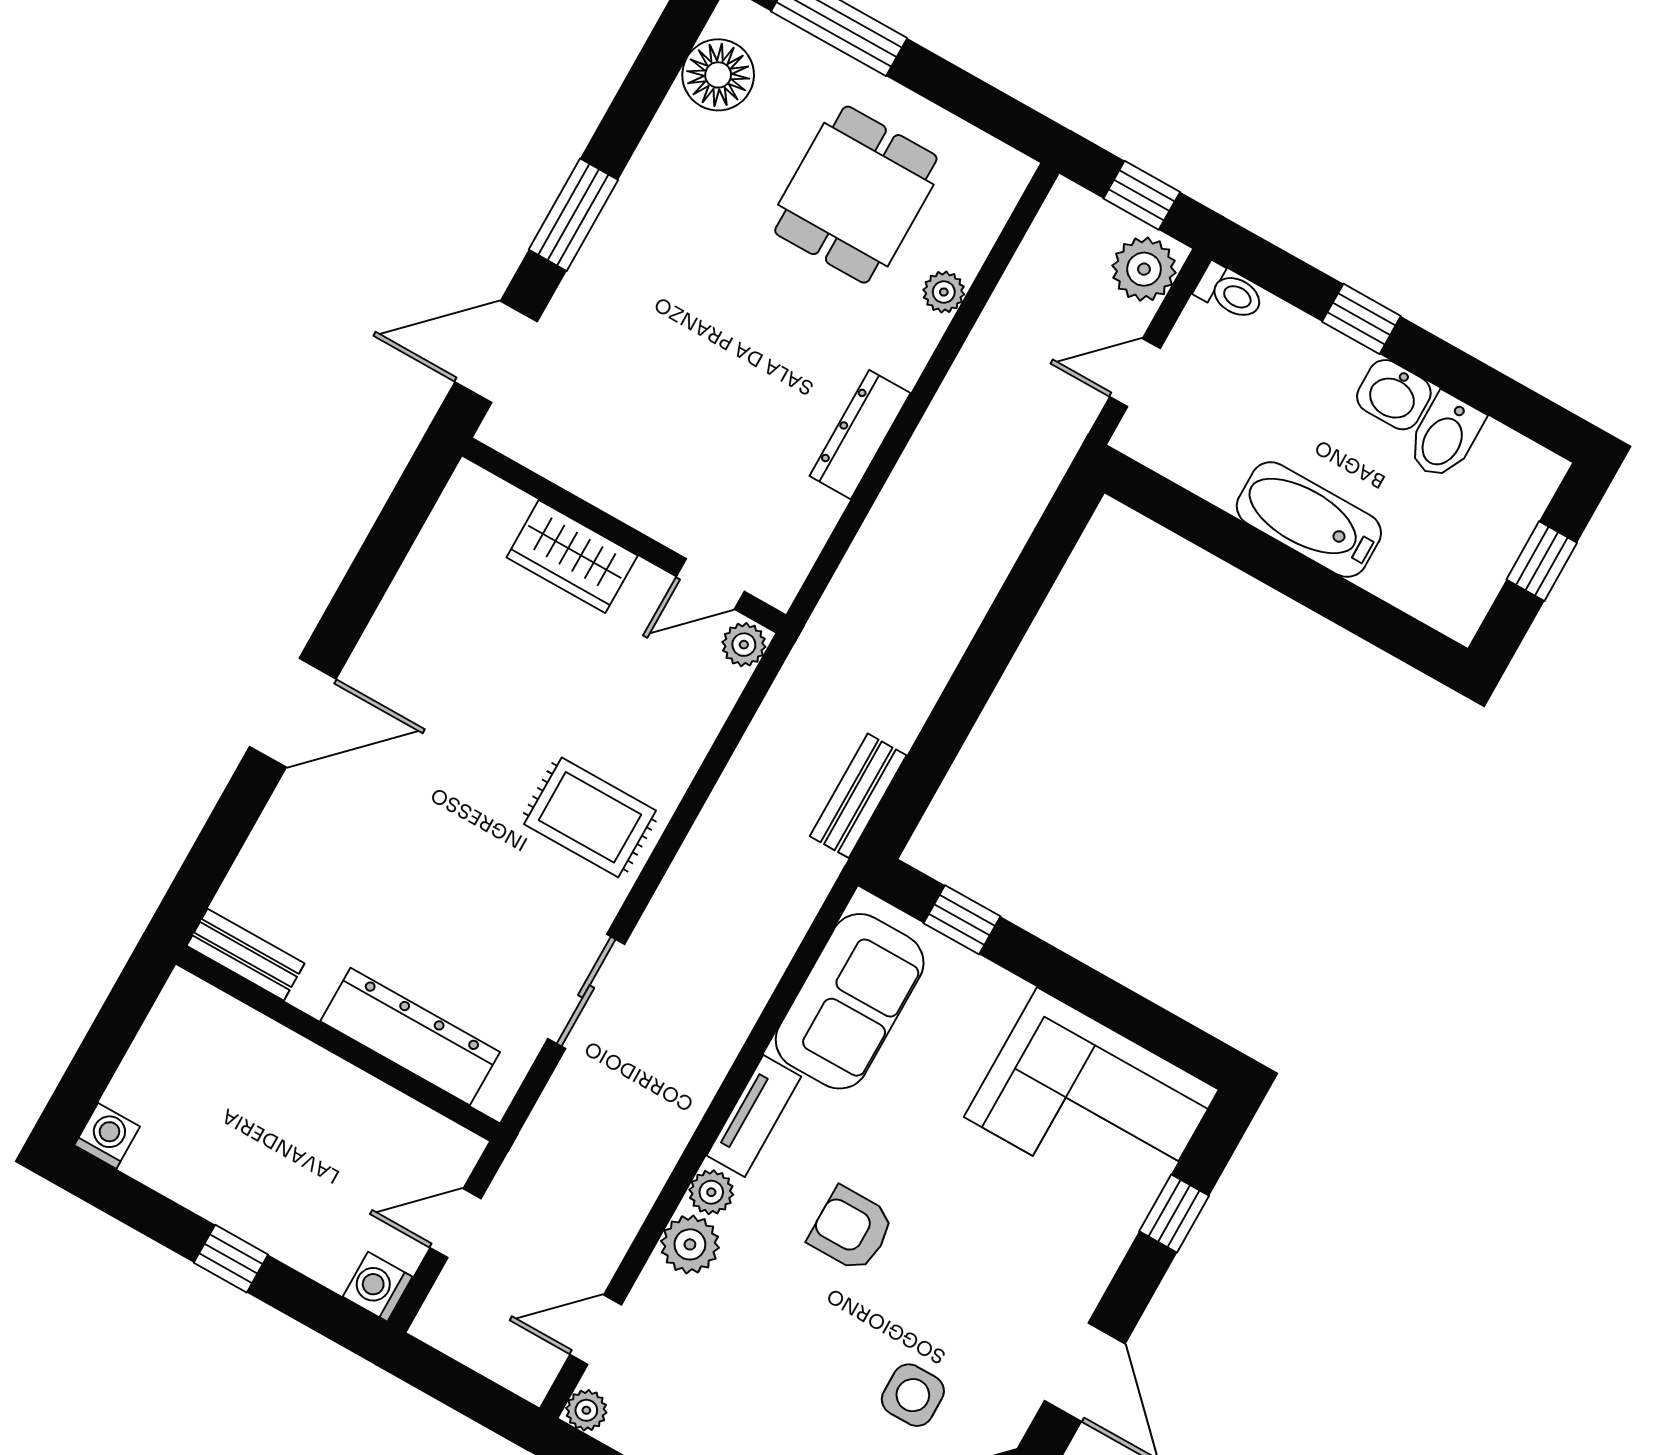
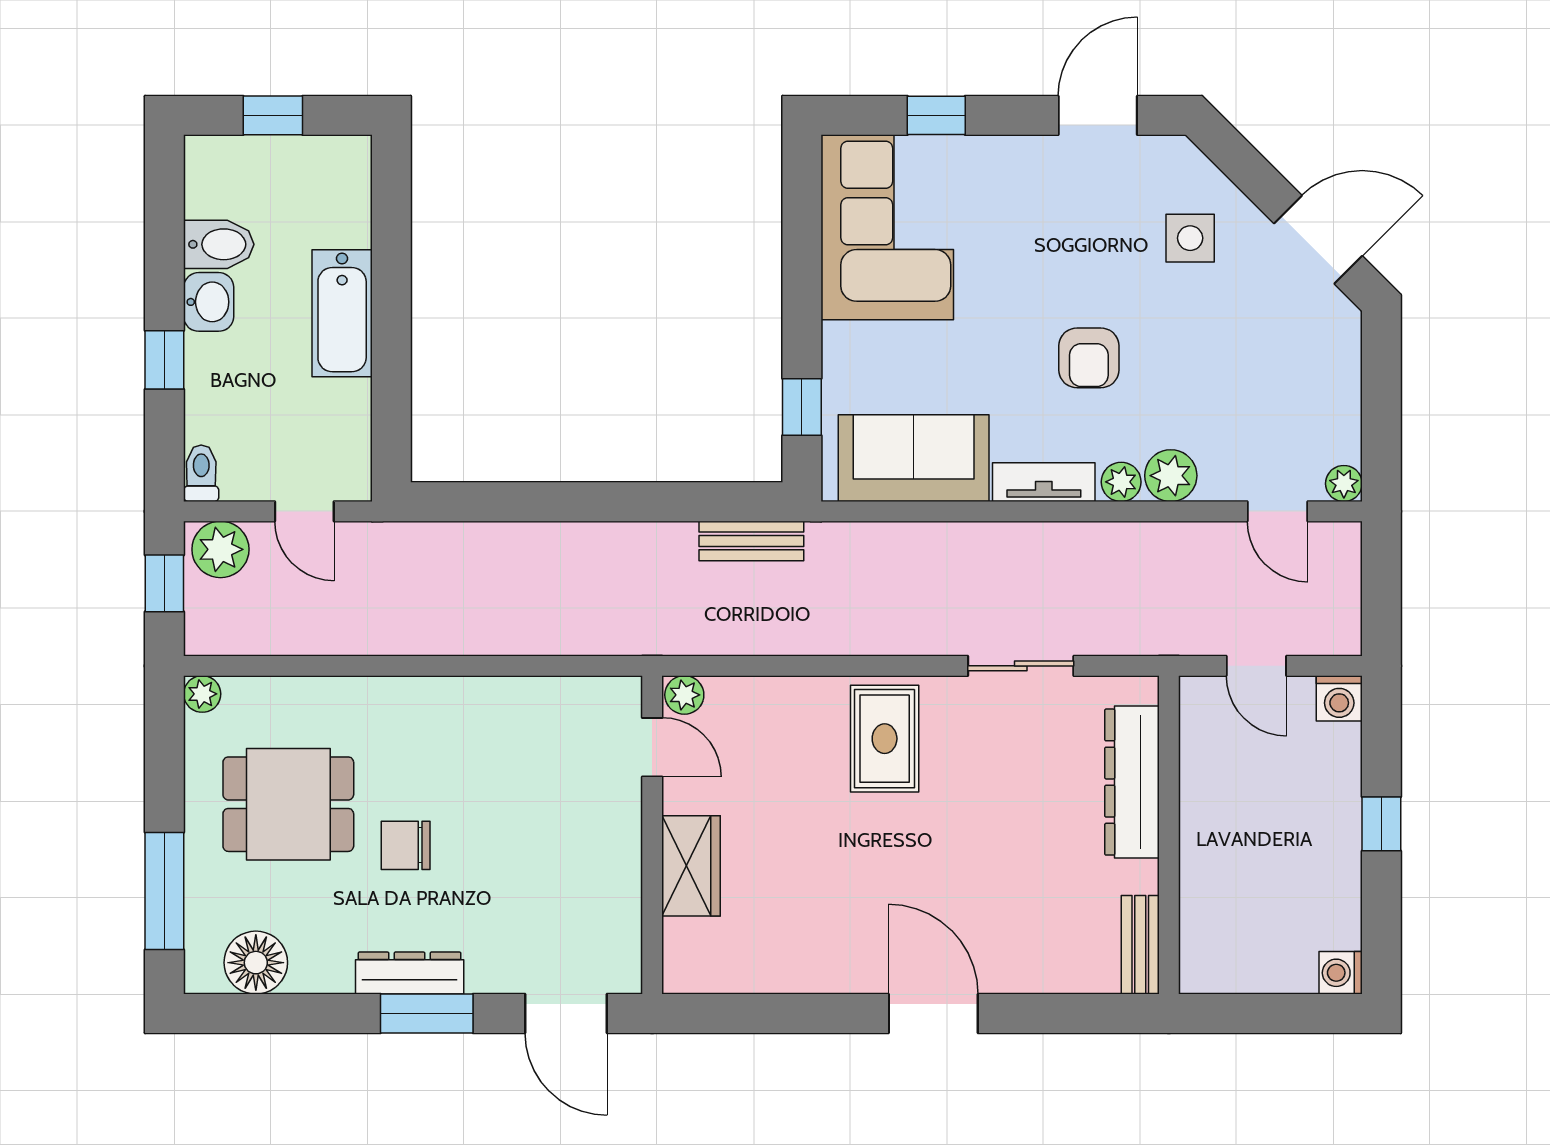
chair: (750, 287) -> (406, 845), added
plant: (944, 292) -> (202, 694), moved
dresser: (860, 435) -> (410, 973), moved, turned 180

